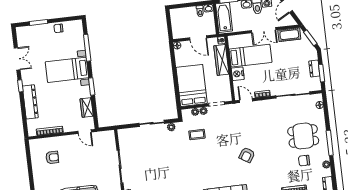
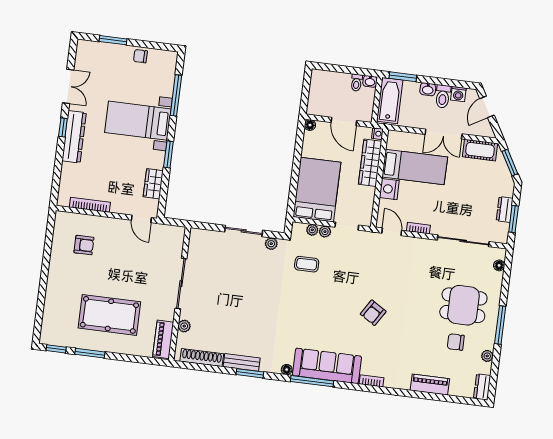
dresser: (30, 102) -> (74, 137), moved

